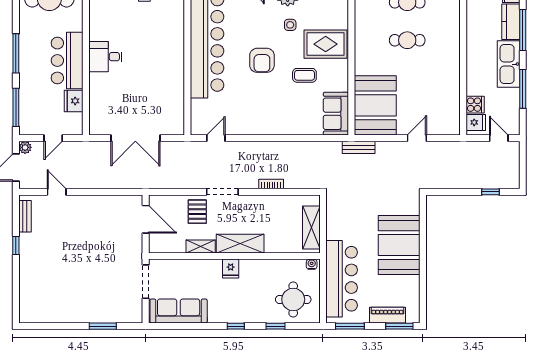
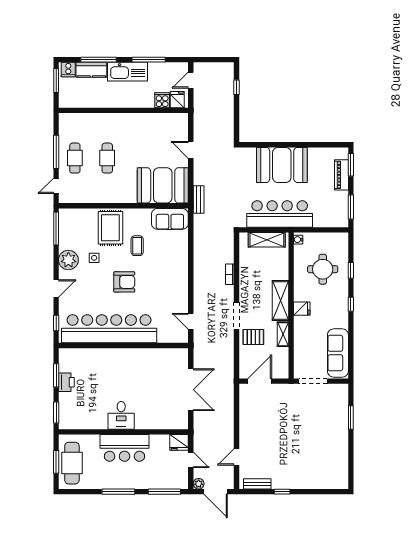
fridge: (74, 101) -> (179, 442), moved
bar counter: (342, 279) -> (280, 214), moved
round table: (293, 299) -> (323, 269), moved

